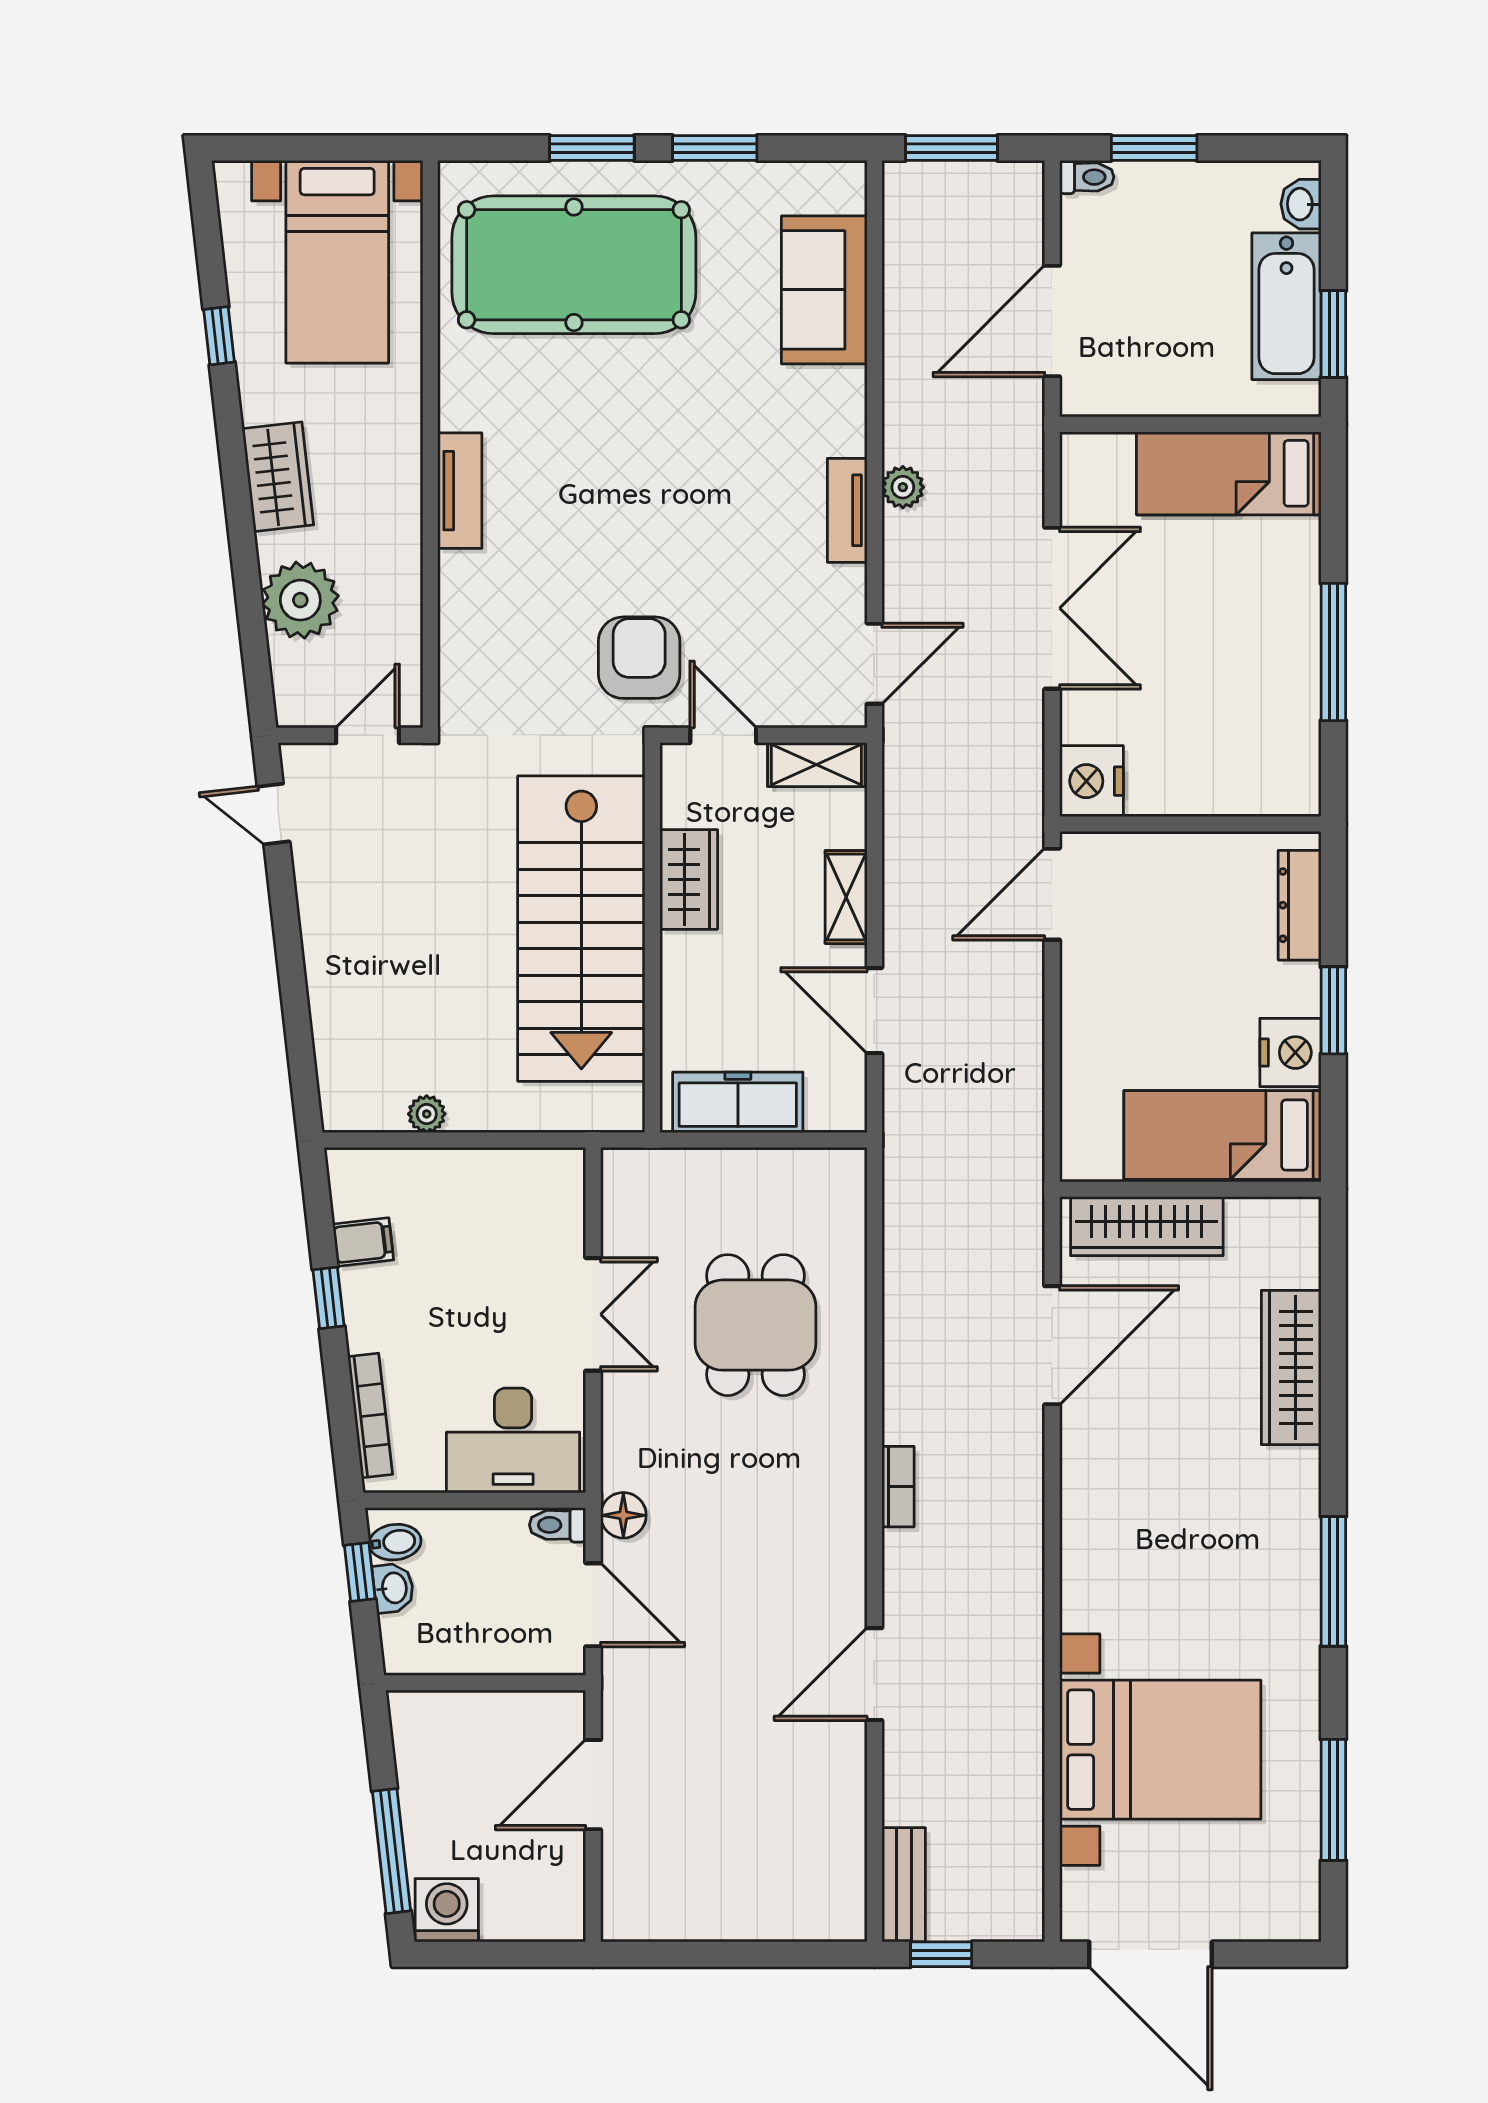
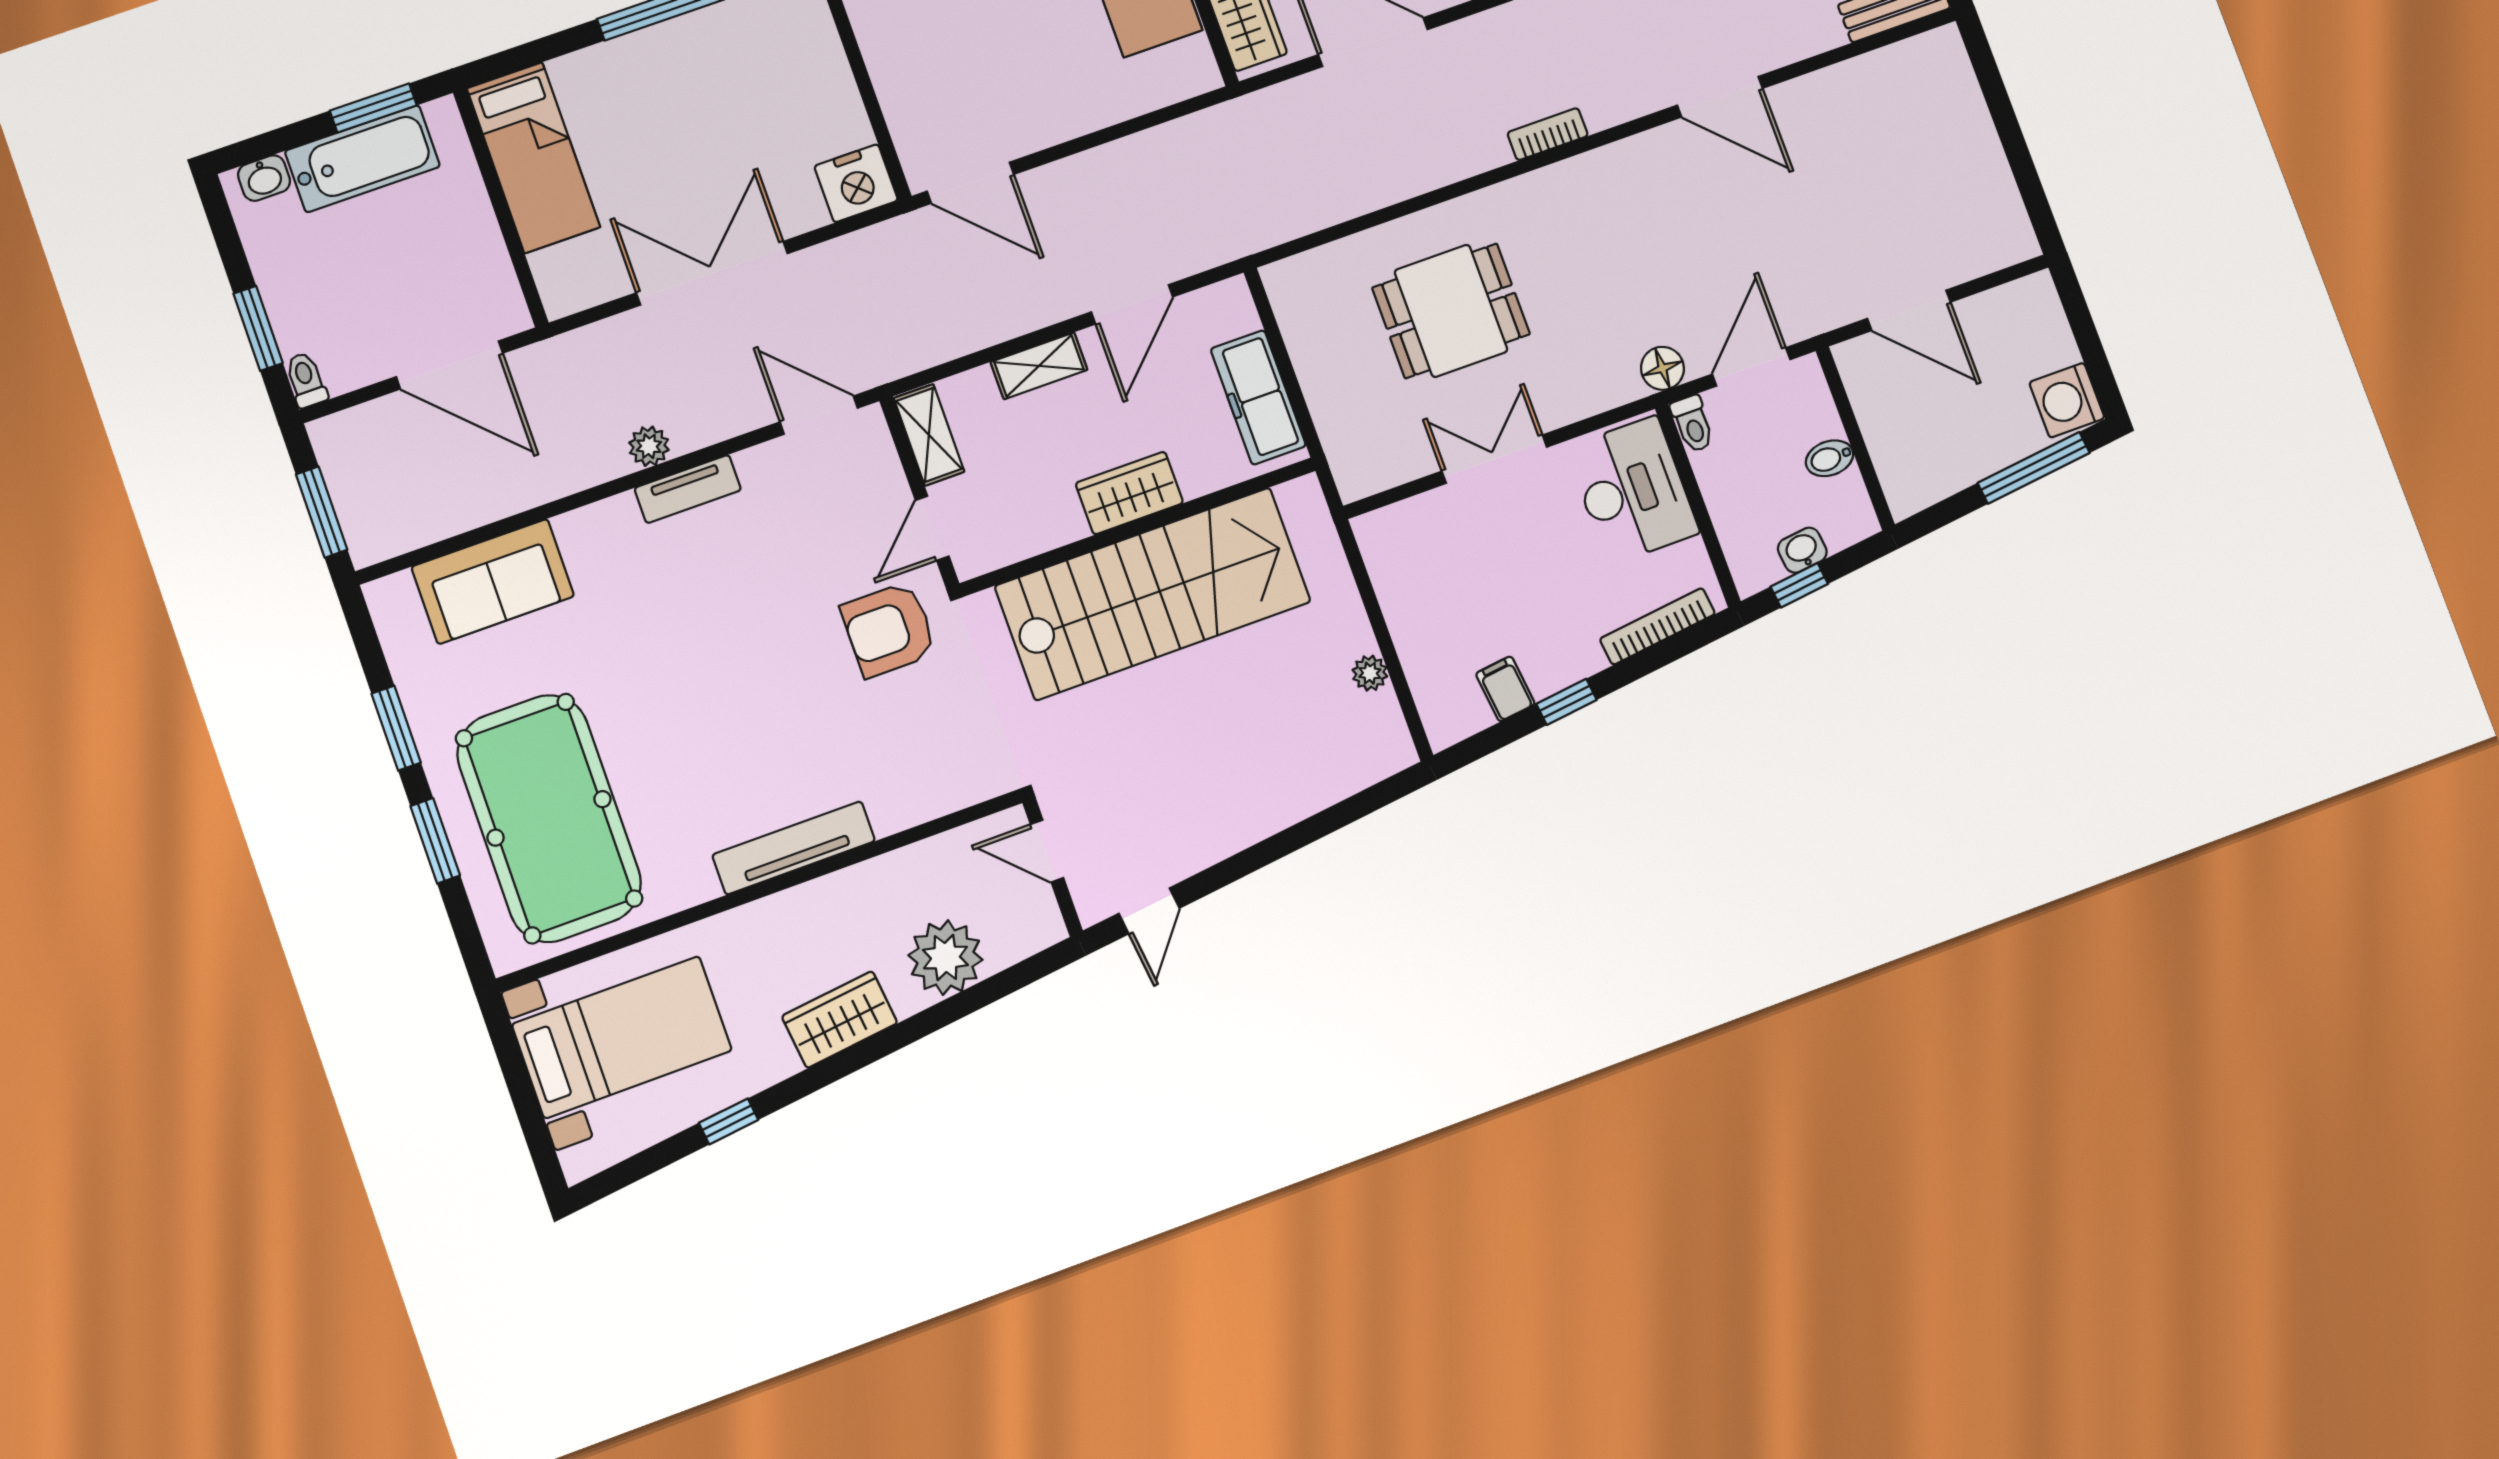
tv unit: (460, 491) -> (794, 848), width x1.41
wardrobe: (689, 879) -> (1129, 493), moved
bidet: (395, 1542) -> (1830, 458), moved, turned -84

